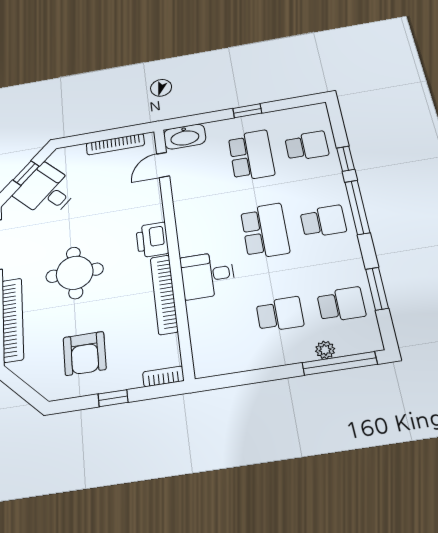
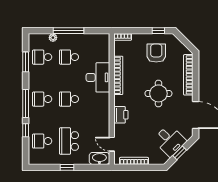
door: (163, 165) -> (112, 144), swing flipped
school desk: (265, 231) -> (69, 99), width x0.54
printer: (152, 240) -> (121, 115), moved
desk: (207, 275) -> (98, 77), width x1.37
window: (340, 363) -> (69, 31), moved
window: (113, 398) -> (158, 31), moved

